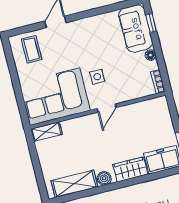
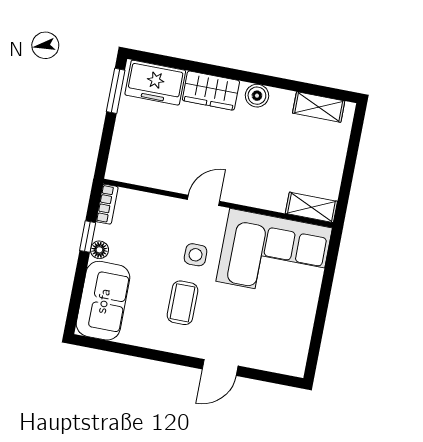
window: (151, 23) -> (88, 237), moved
coffee table: (32, 49) -> (182, 303), moved
shelving: (74, 184) -> (319, 107), width x0.67, depth x0.75

